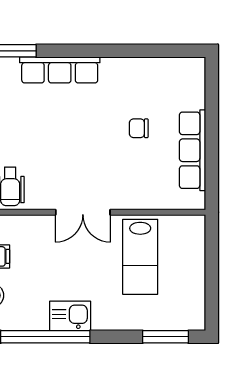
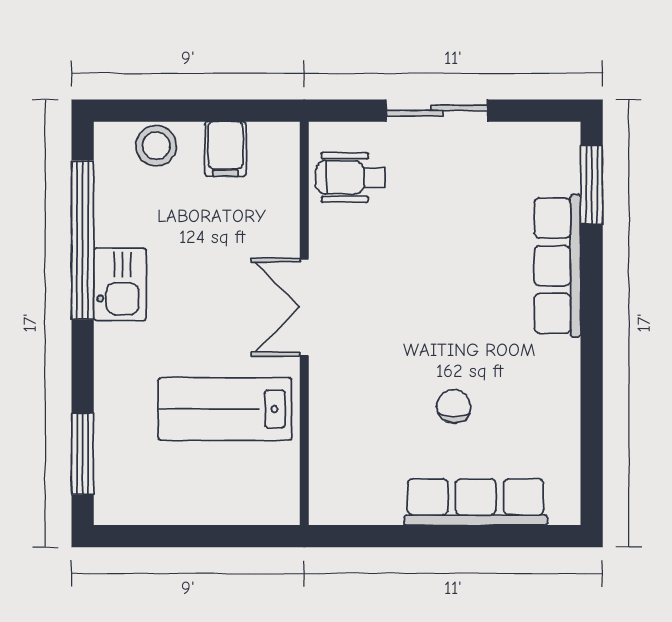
row of seats: (192, 150) -> (476, 502), moved

